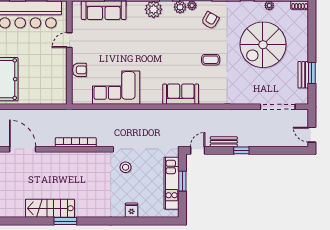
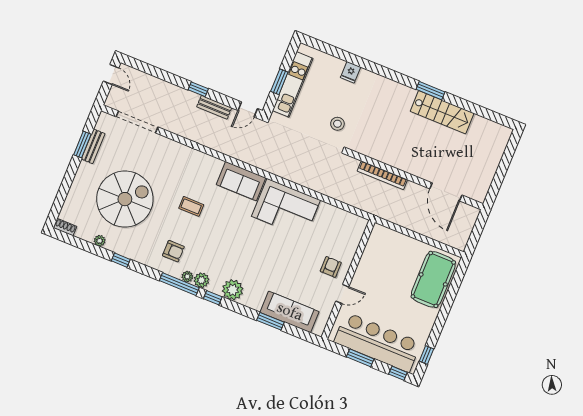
armchair: (210, 20) -> (173, 251), turned -120
armchair: (79, 70) -> (331, 267), moved, turned 90
corner sofa: (116, 88) -> (286, 208), moved

